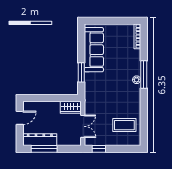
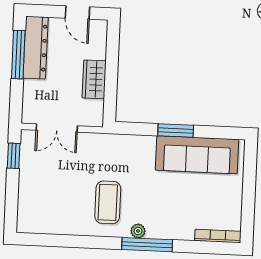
window: (81, 72) -> (176, 130), moved
wardrobe: (71, 107) -> (94, 79), moved
coffee table: (124, 125) -> (108, 202), moved

